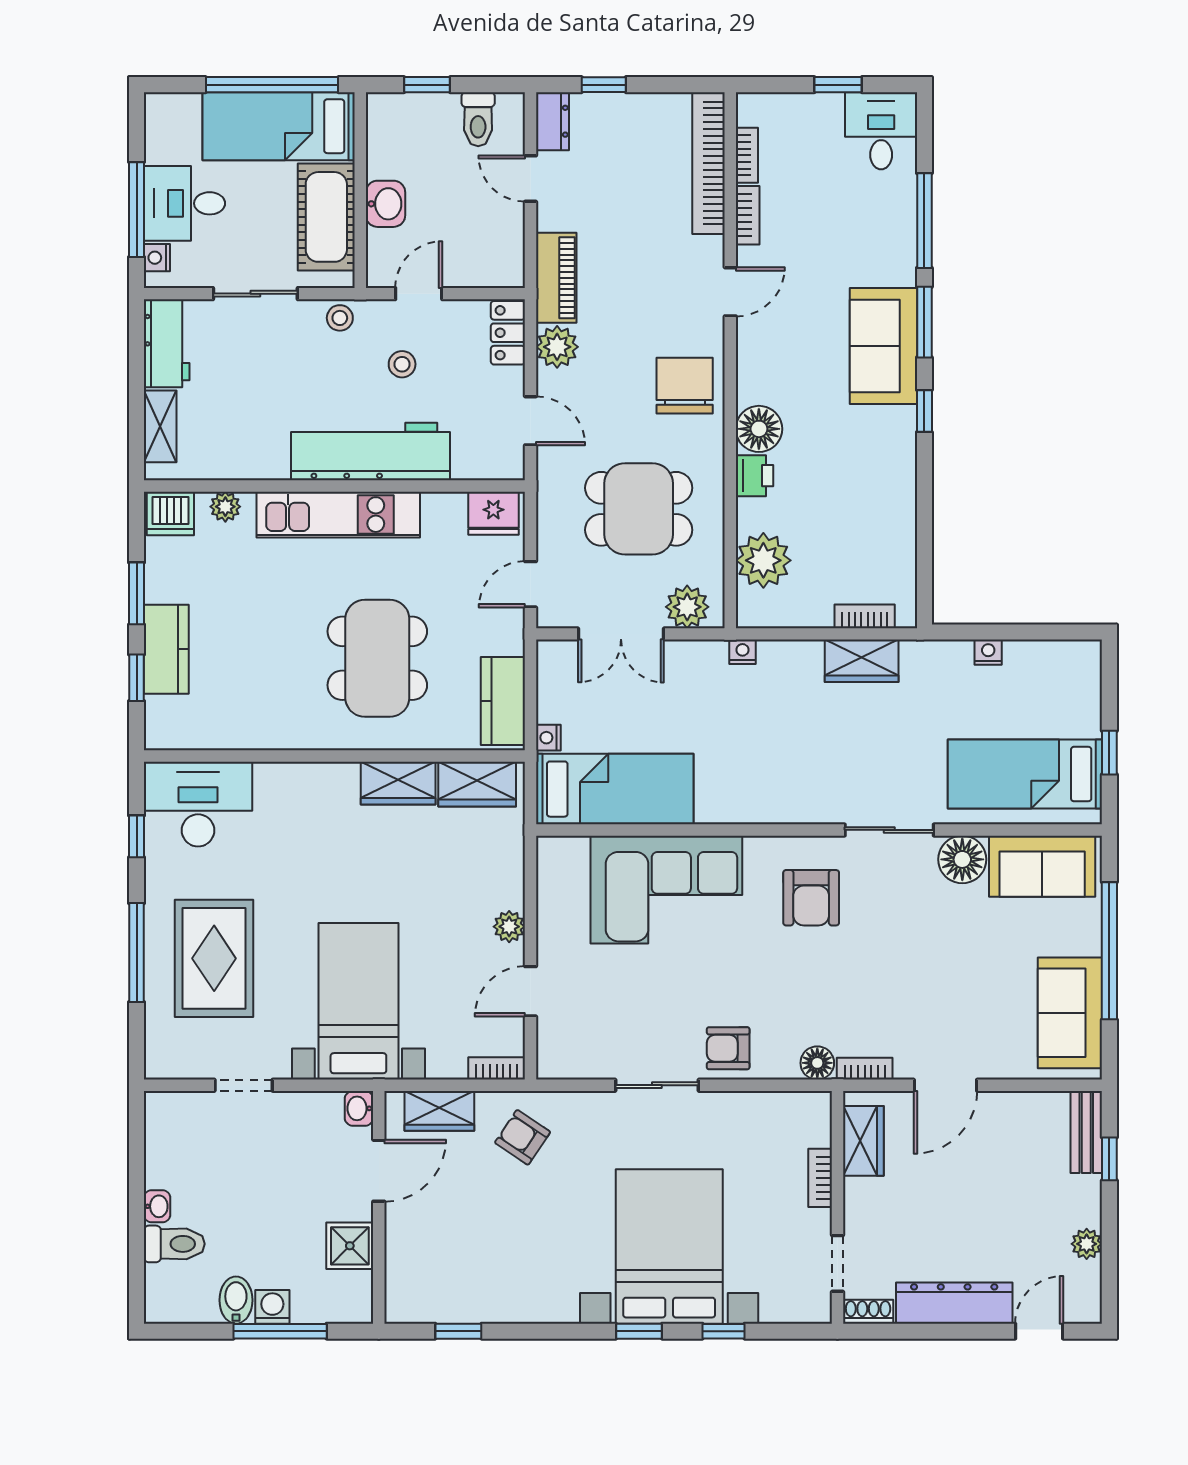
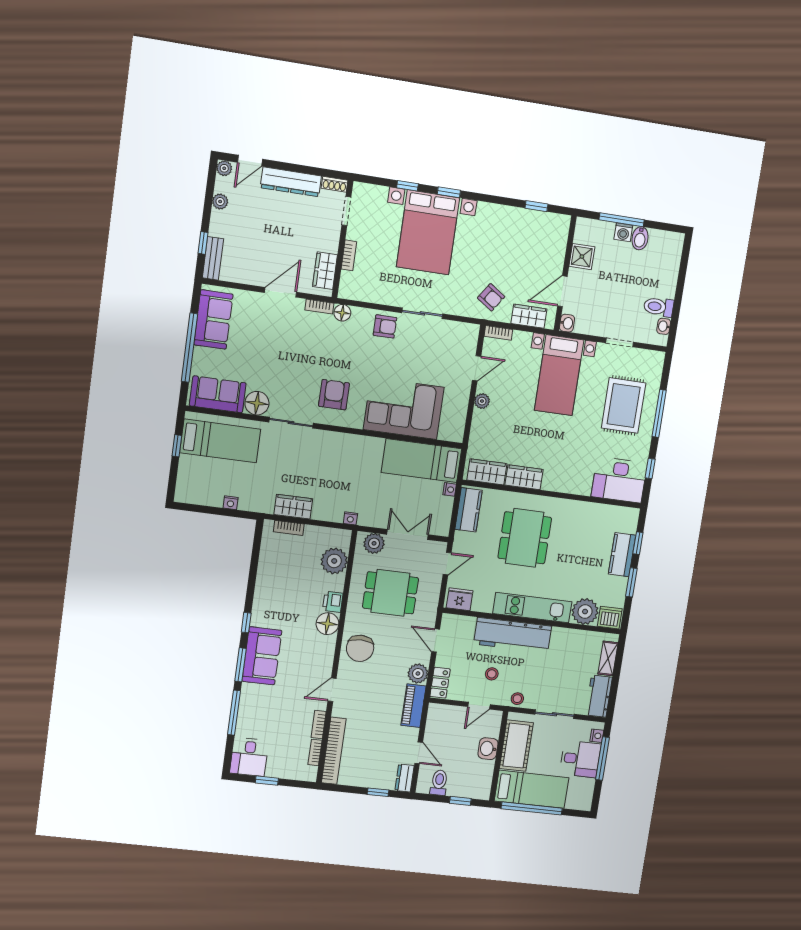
plant: (225, 507) -> (585, 612), width x1.88, depth x1.88
washbasin: (157, 1206) -> (664, 326), moved
toilet: (174, 1244) -> (659, 307), moved
plant: (1087, 1309) -> (224, 168), added

